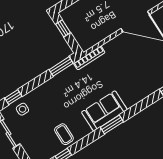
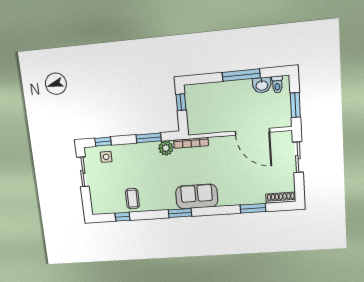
window: (61, 66) -> (149, 138), moved
plant: (70, 74) -> (166, 148), added
sofa: (104, 111) -> (197, 196), moved

